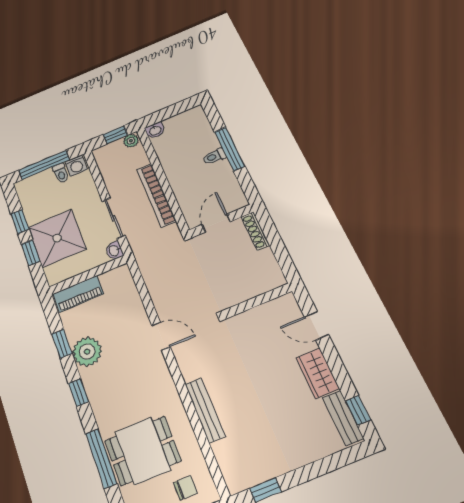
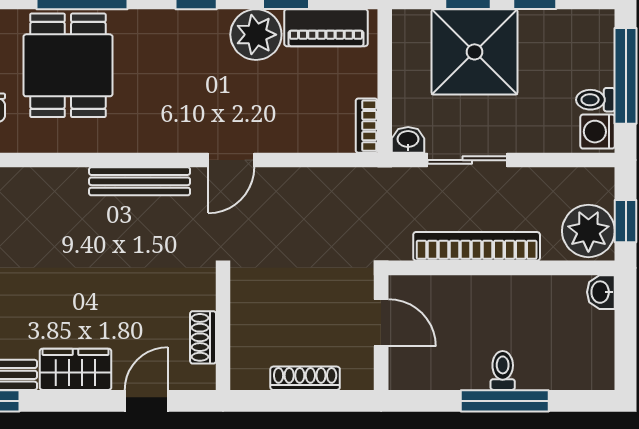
plant: (131, 141) -> (588, 231), width x1.88, depth x1.88
shoe rack: (255, 231) -> (305, 378), moved
bookcase: (115, 274) -> (367, 126), added
piano: (78, 294) -> (326, 28), moved, turned -90
shoe rack: (266, 310) -> (203, 337), added
bench: (205, 410) -> (140, 181), moved

